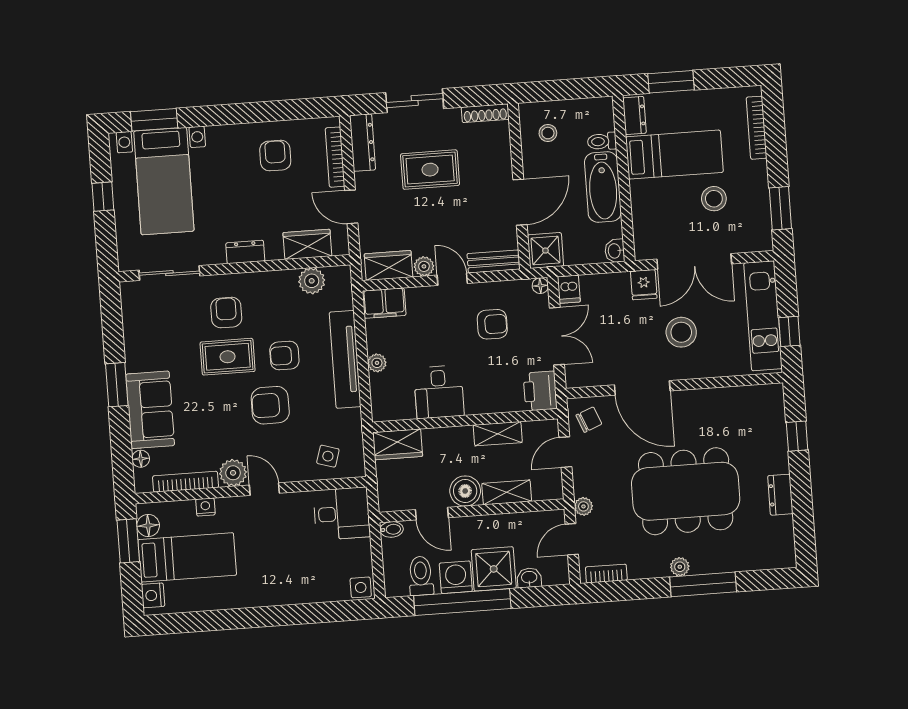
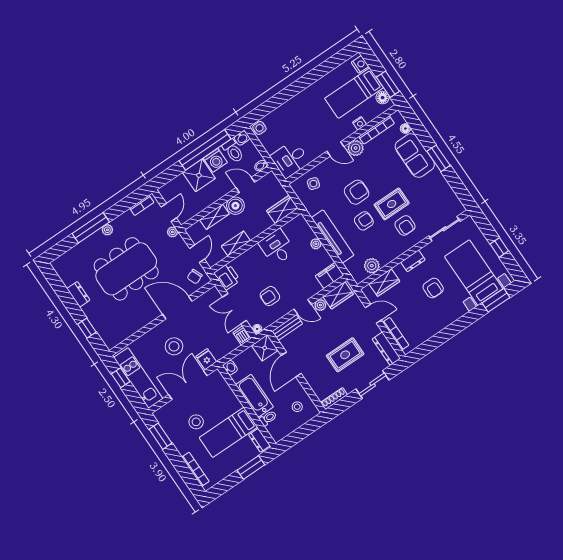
armchair: (275, 156) -> (433, 288), moved
washbasin: (529, 578) -> (242, 138), moved

